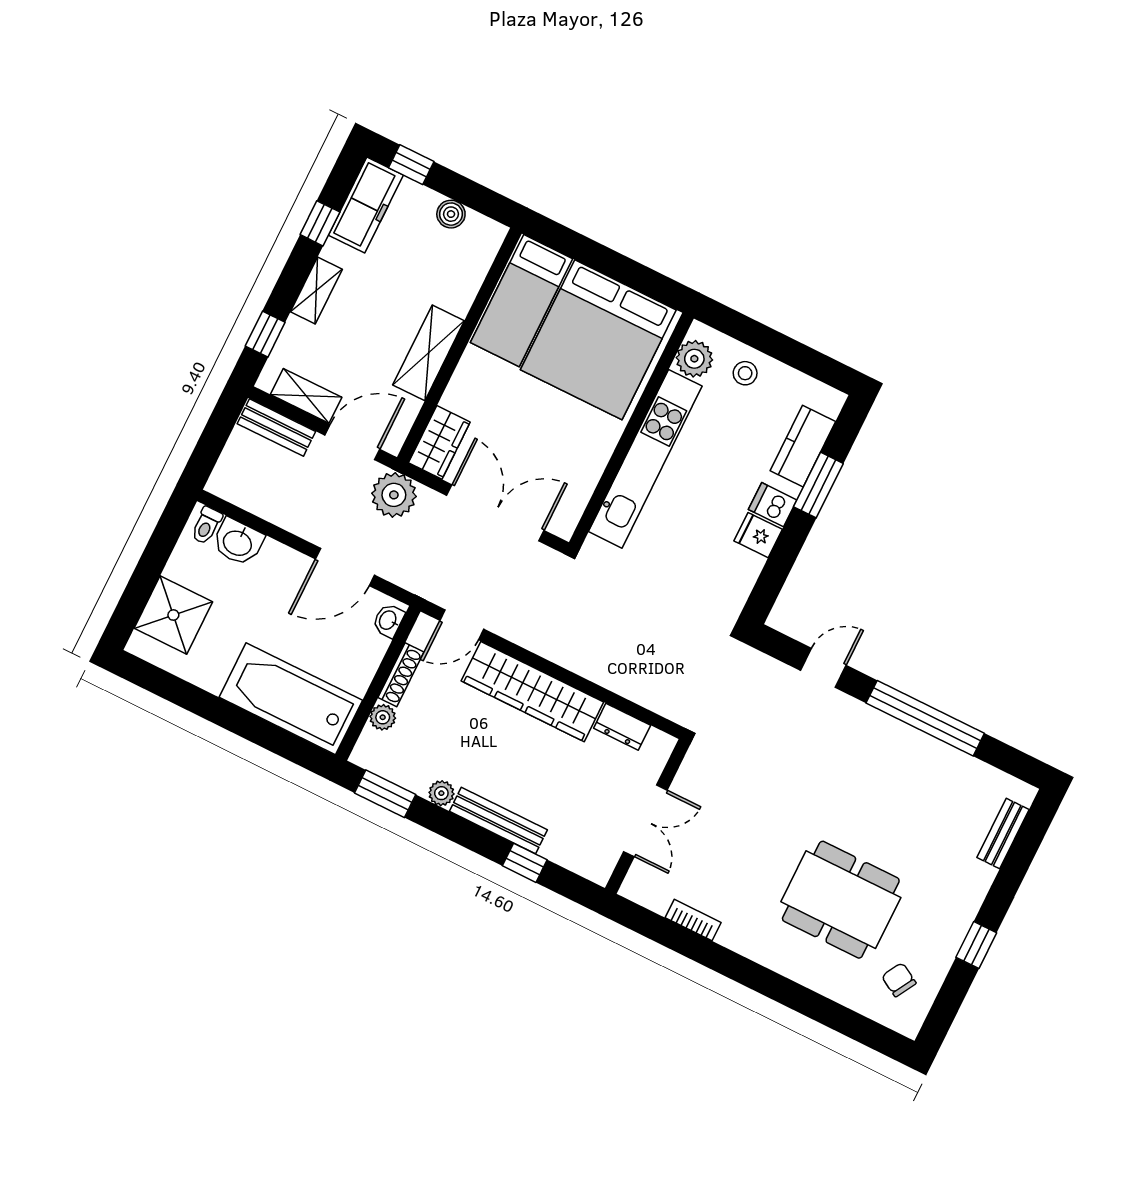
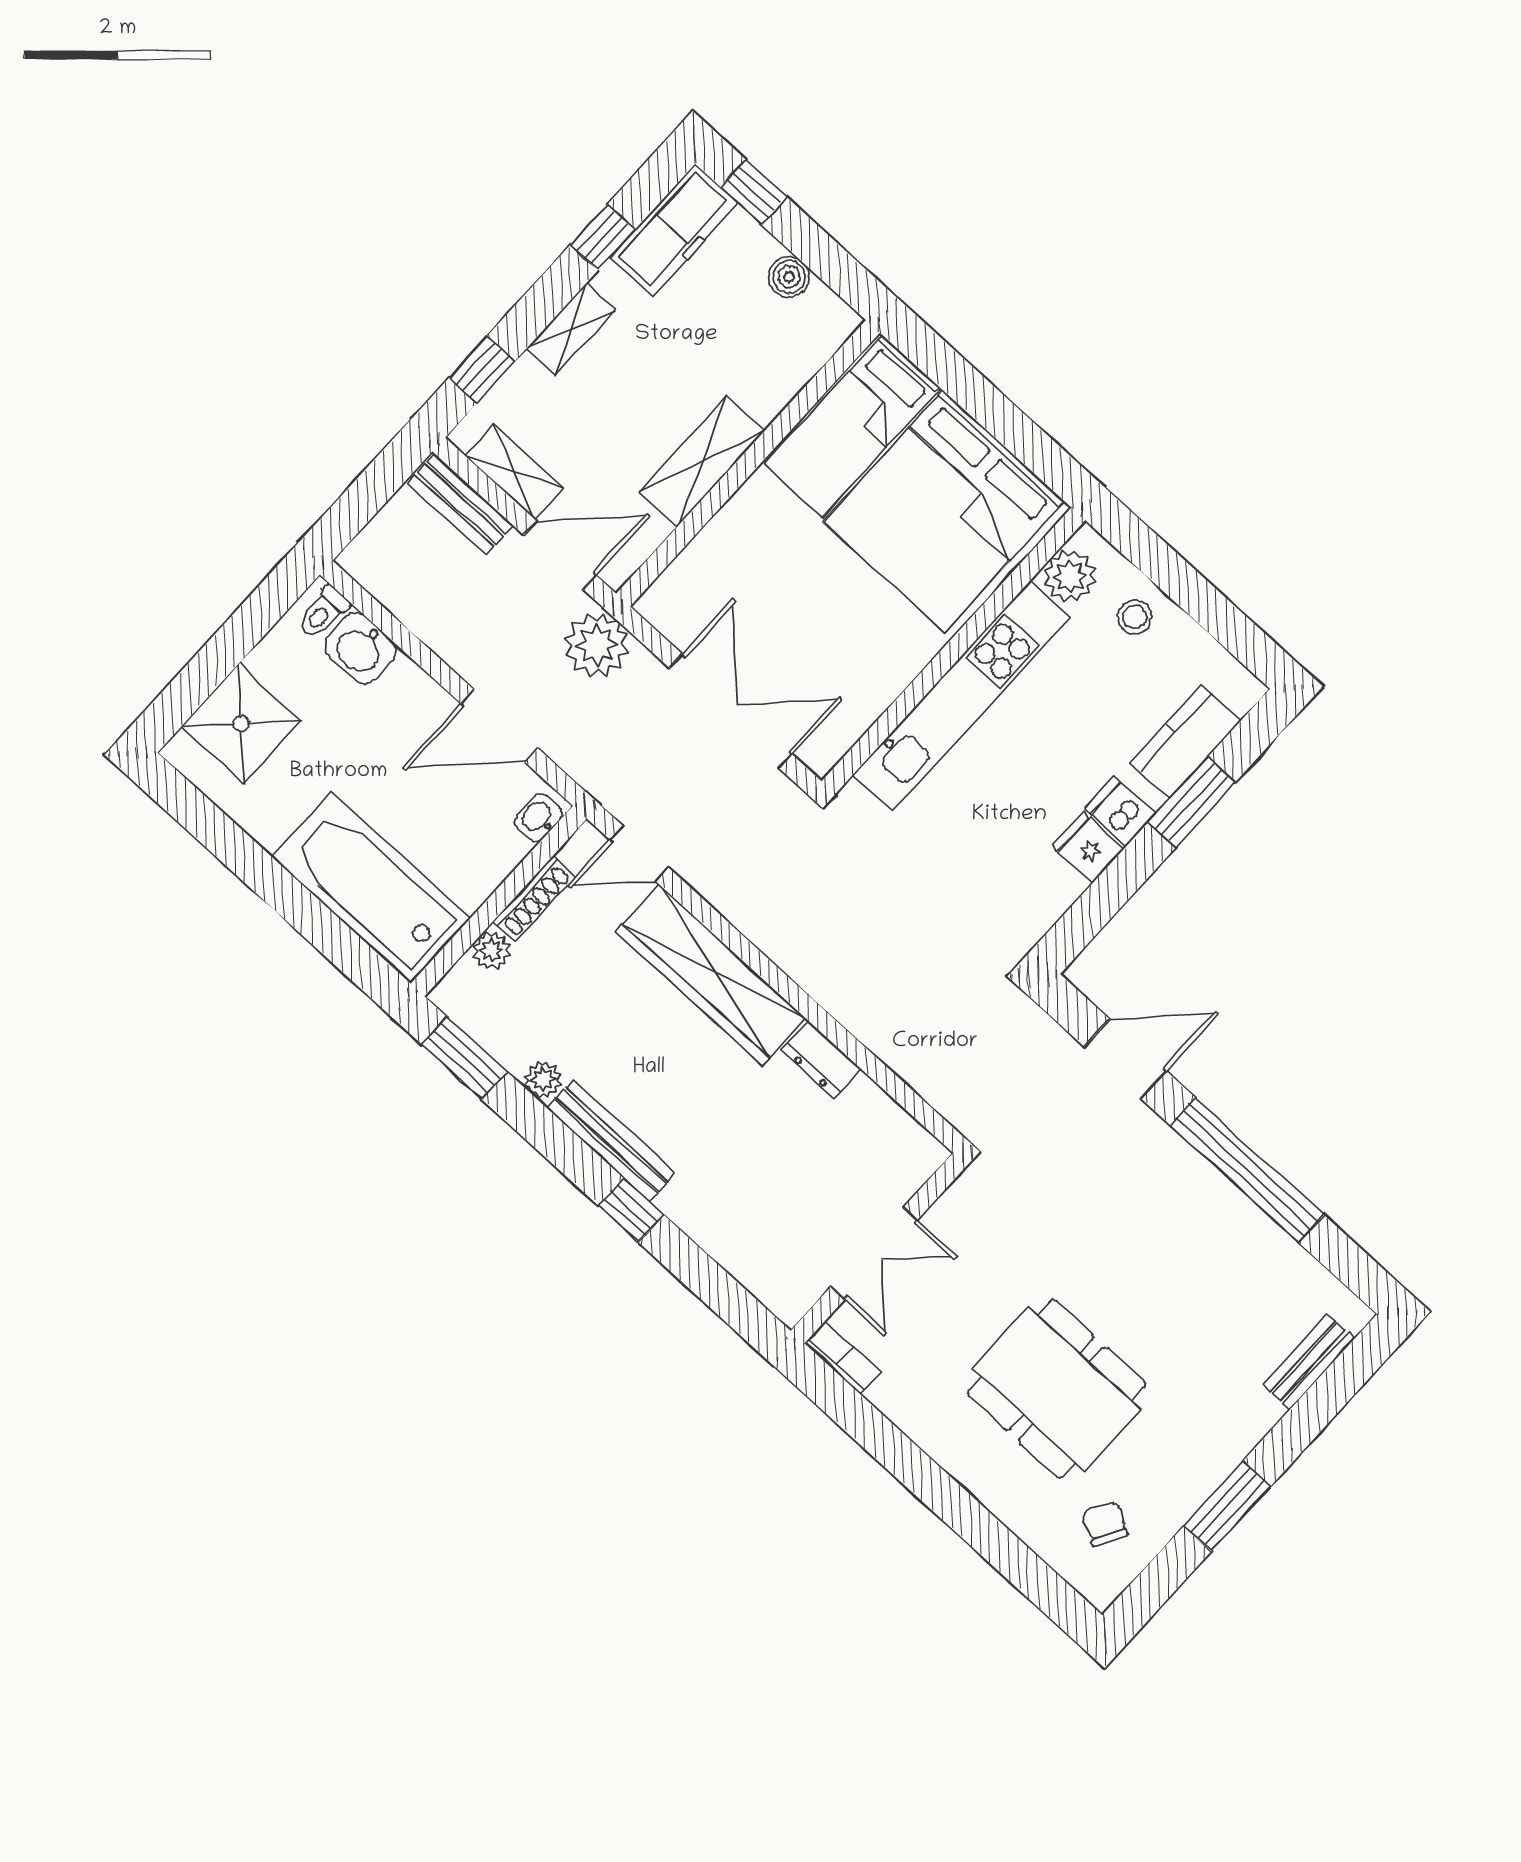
wardrobe: (439, 442) -> (681, 590), removed
door: (823, 668) -> (1125, 1059), width x1.38
wall: (647, 816) -> (879, 1248), moved
double door: (645, 821) -> (874, 1253), moved
window: (976, 945) -> (1227, 1506), width x1.50

